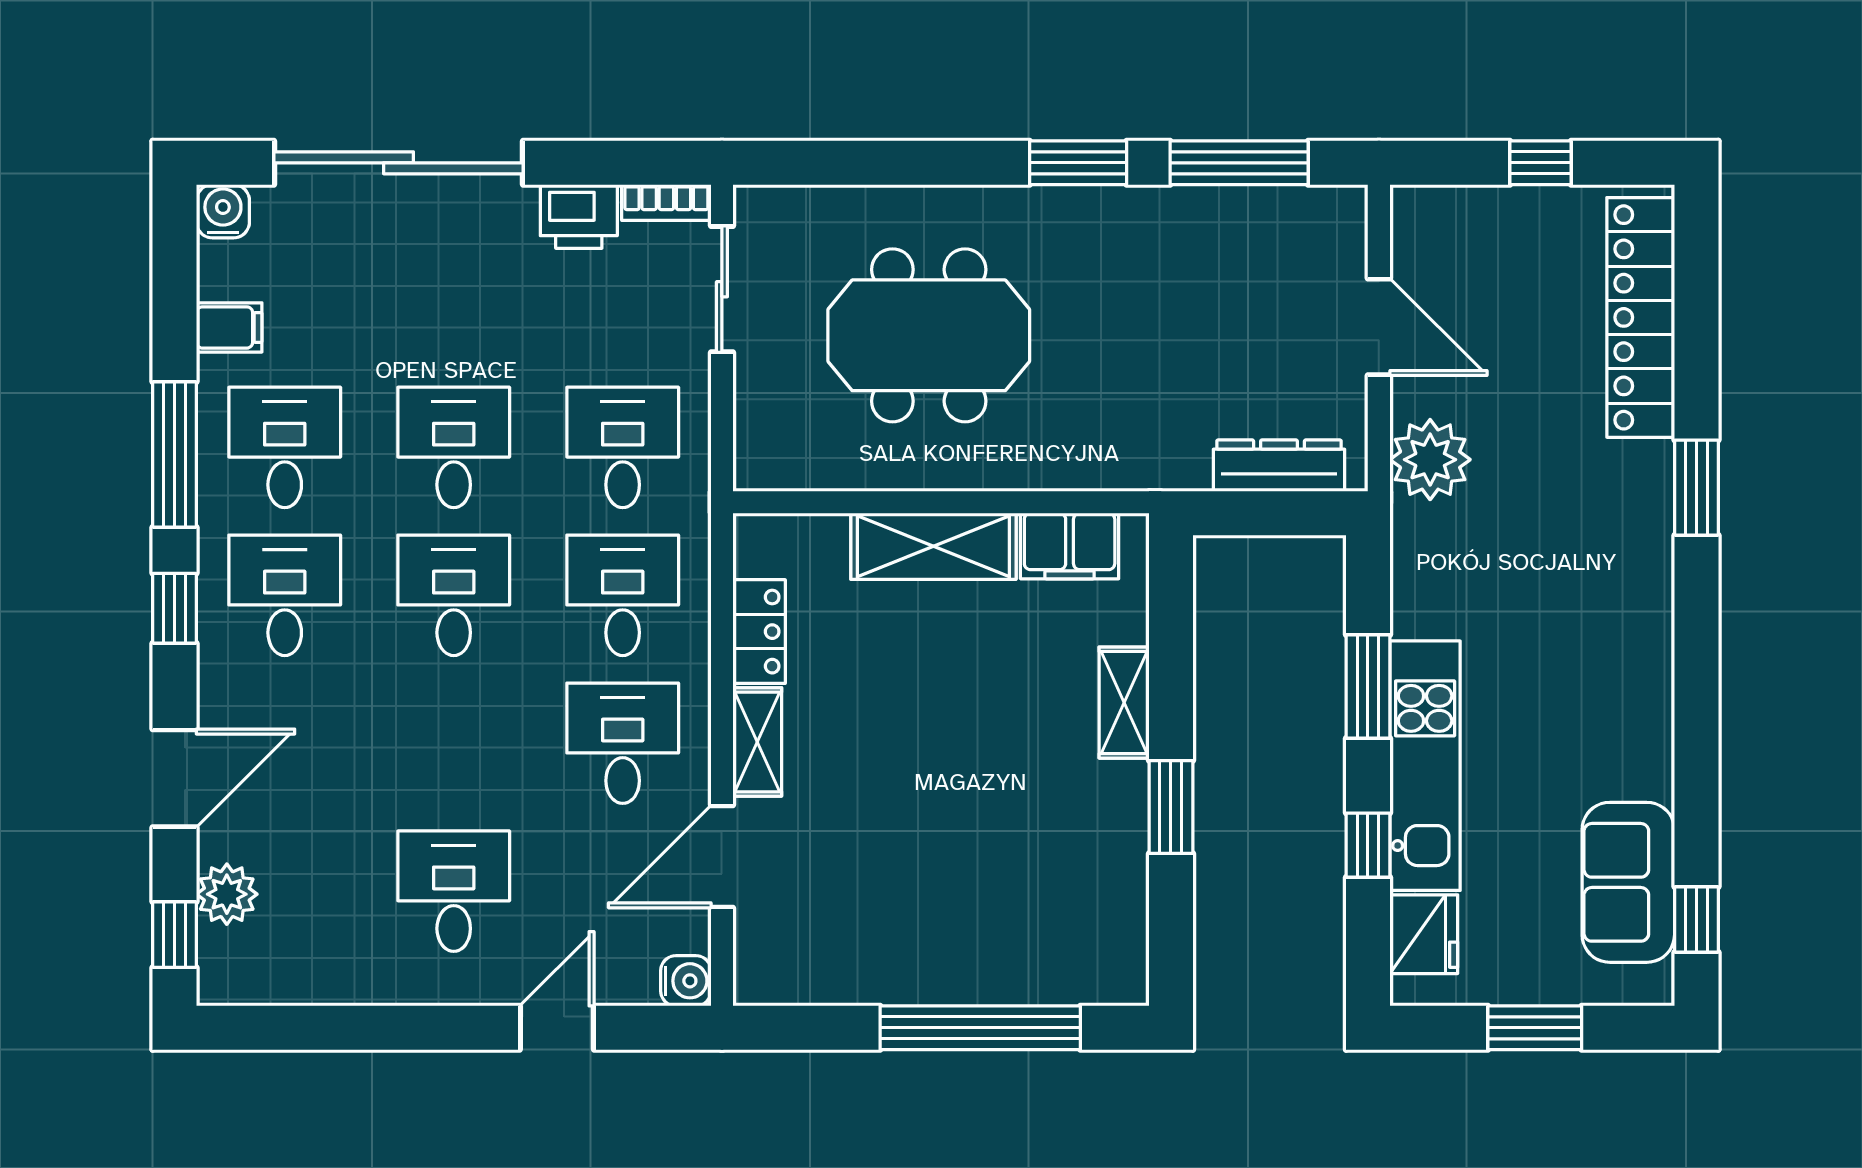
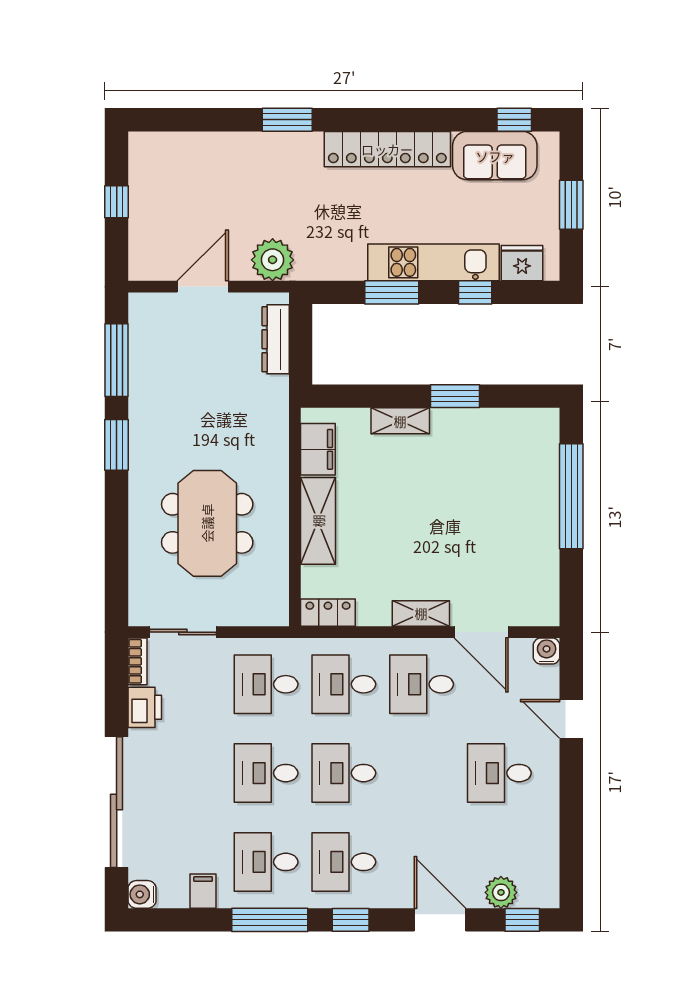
locker: (1641, 317) -> (387, 149), moved
locker: (759, 632) -> (328, 613), moved

